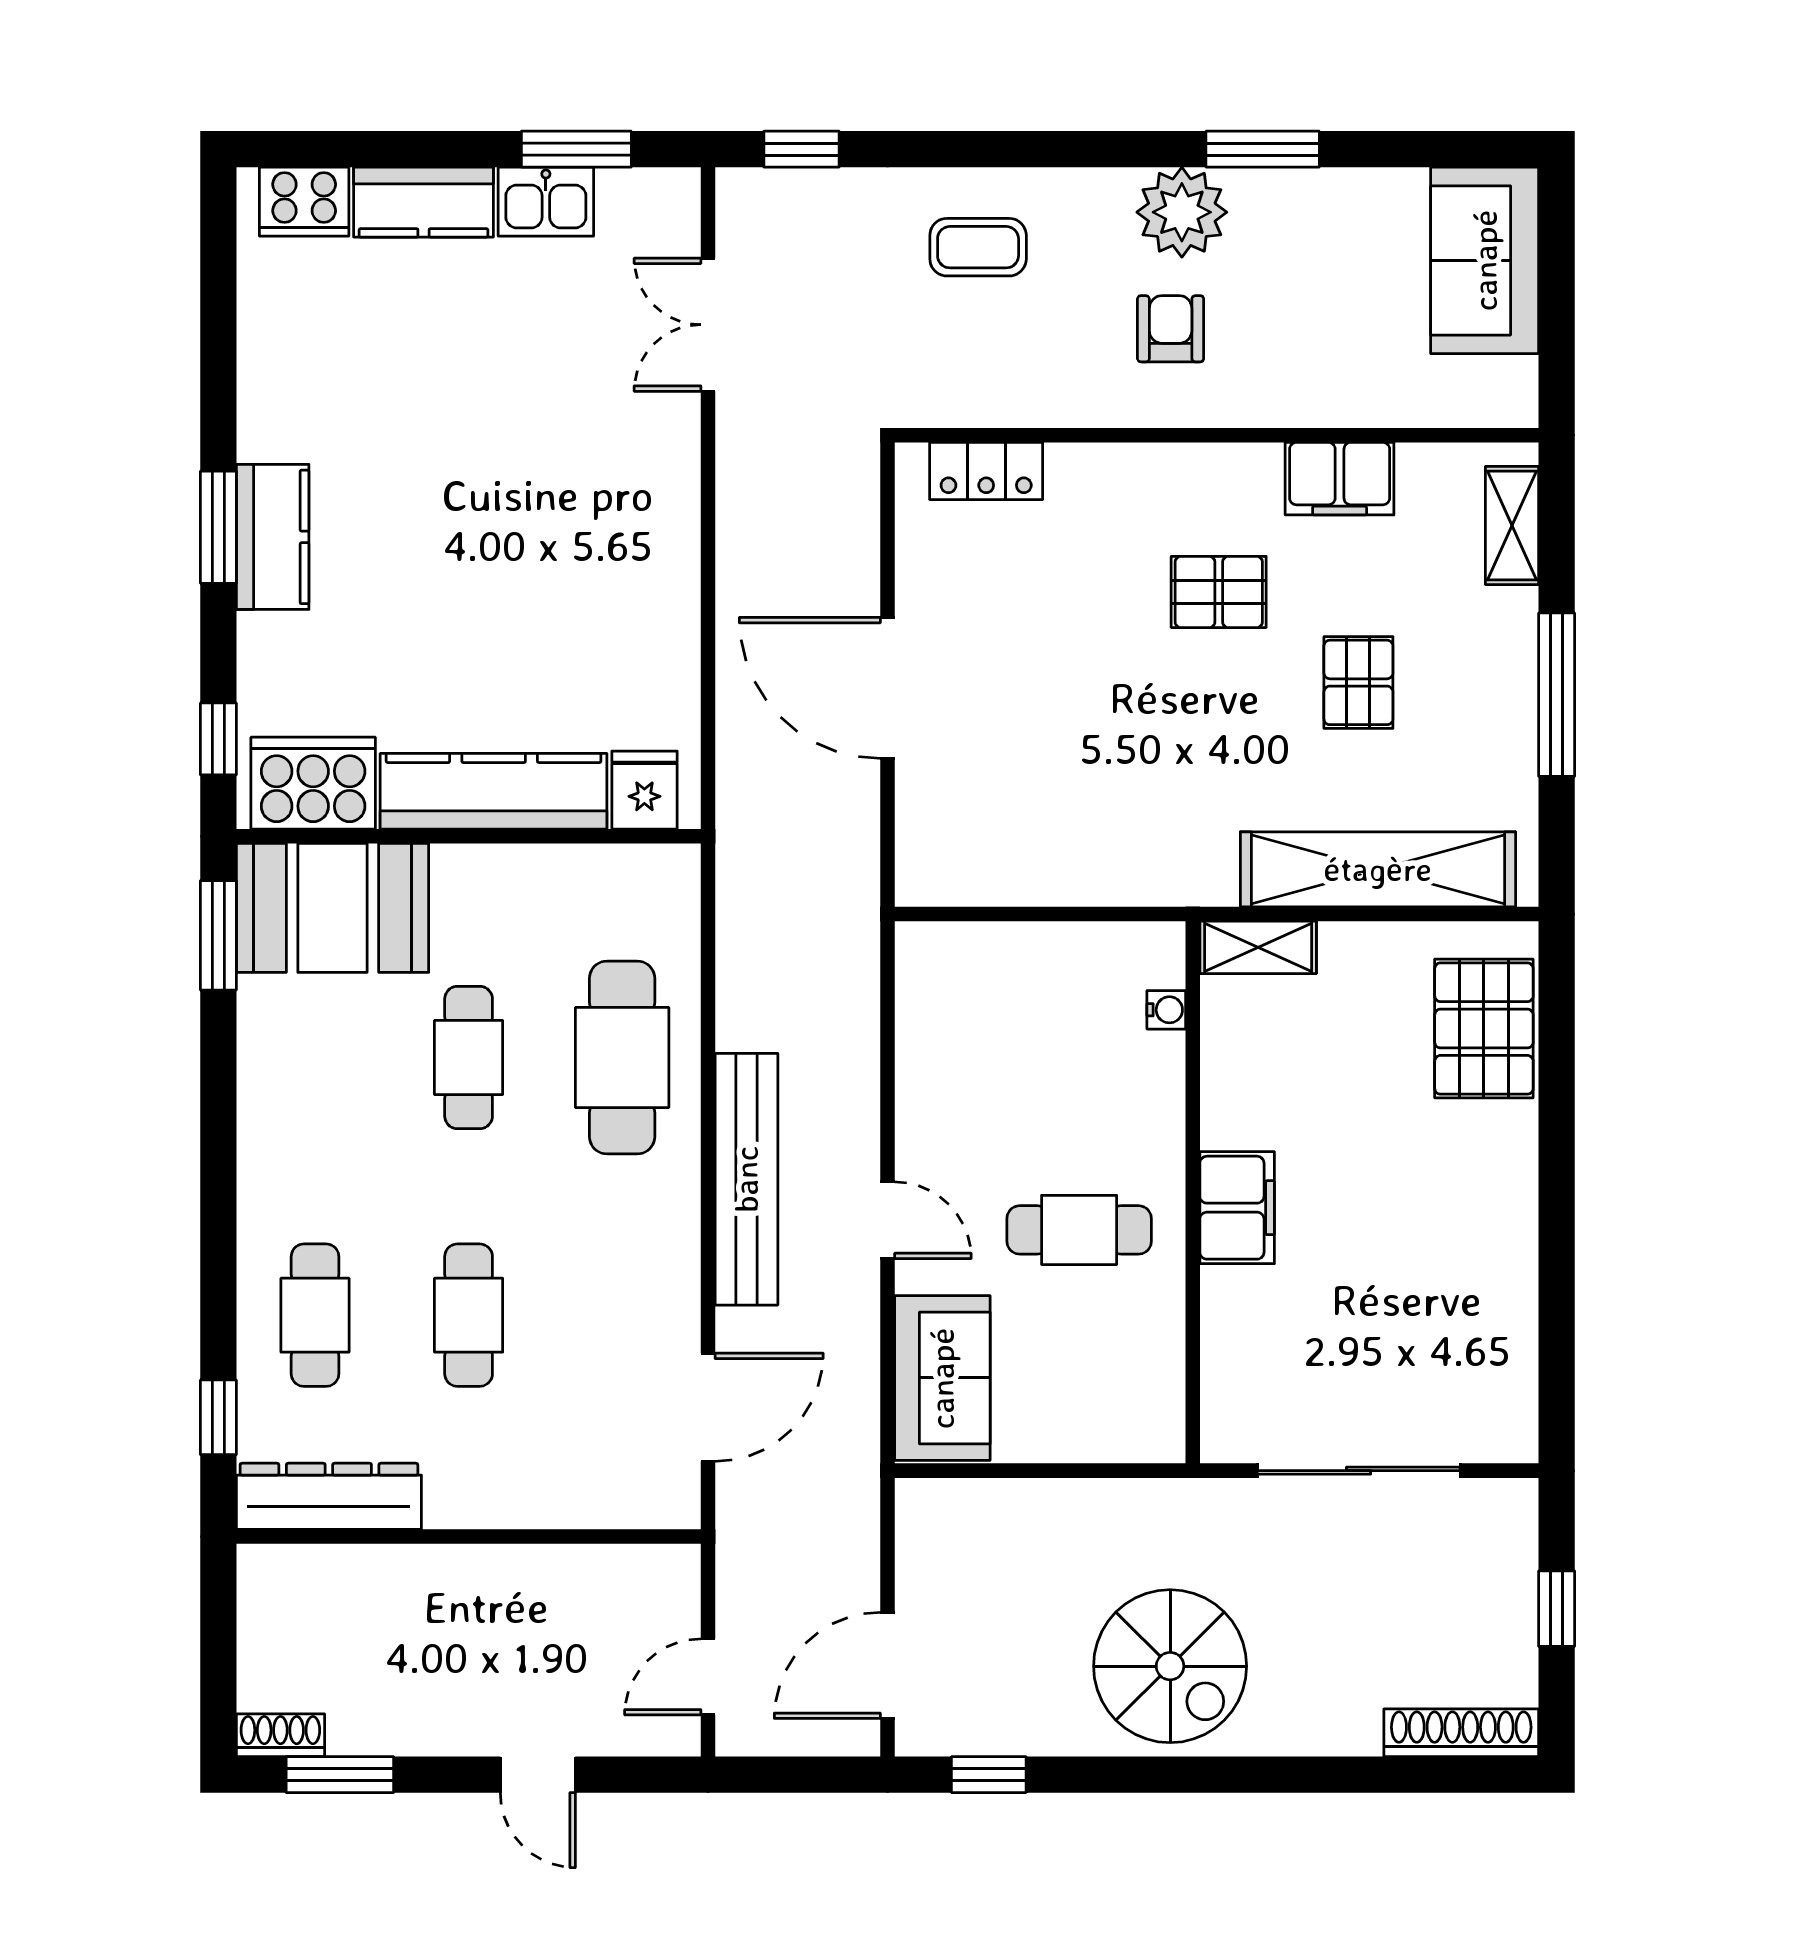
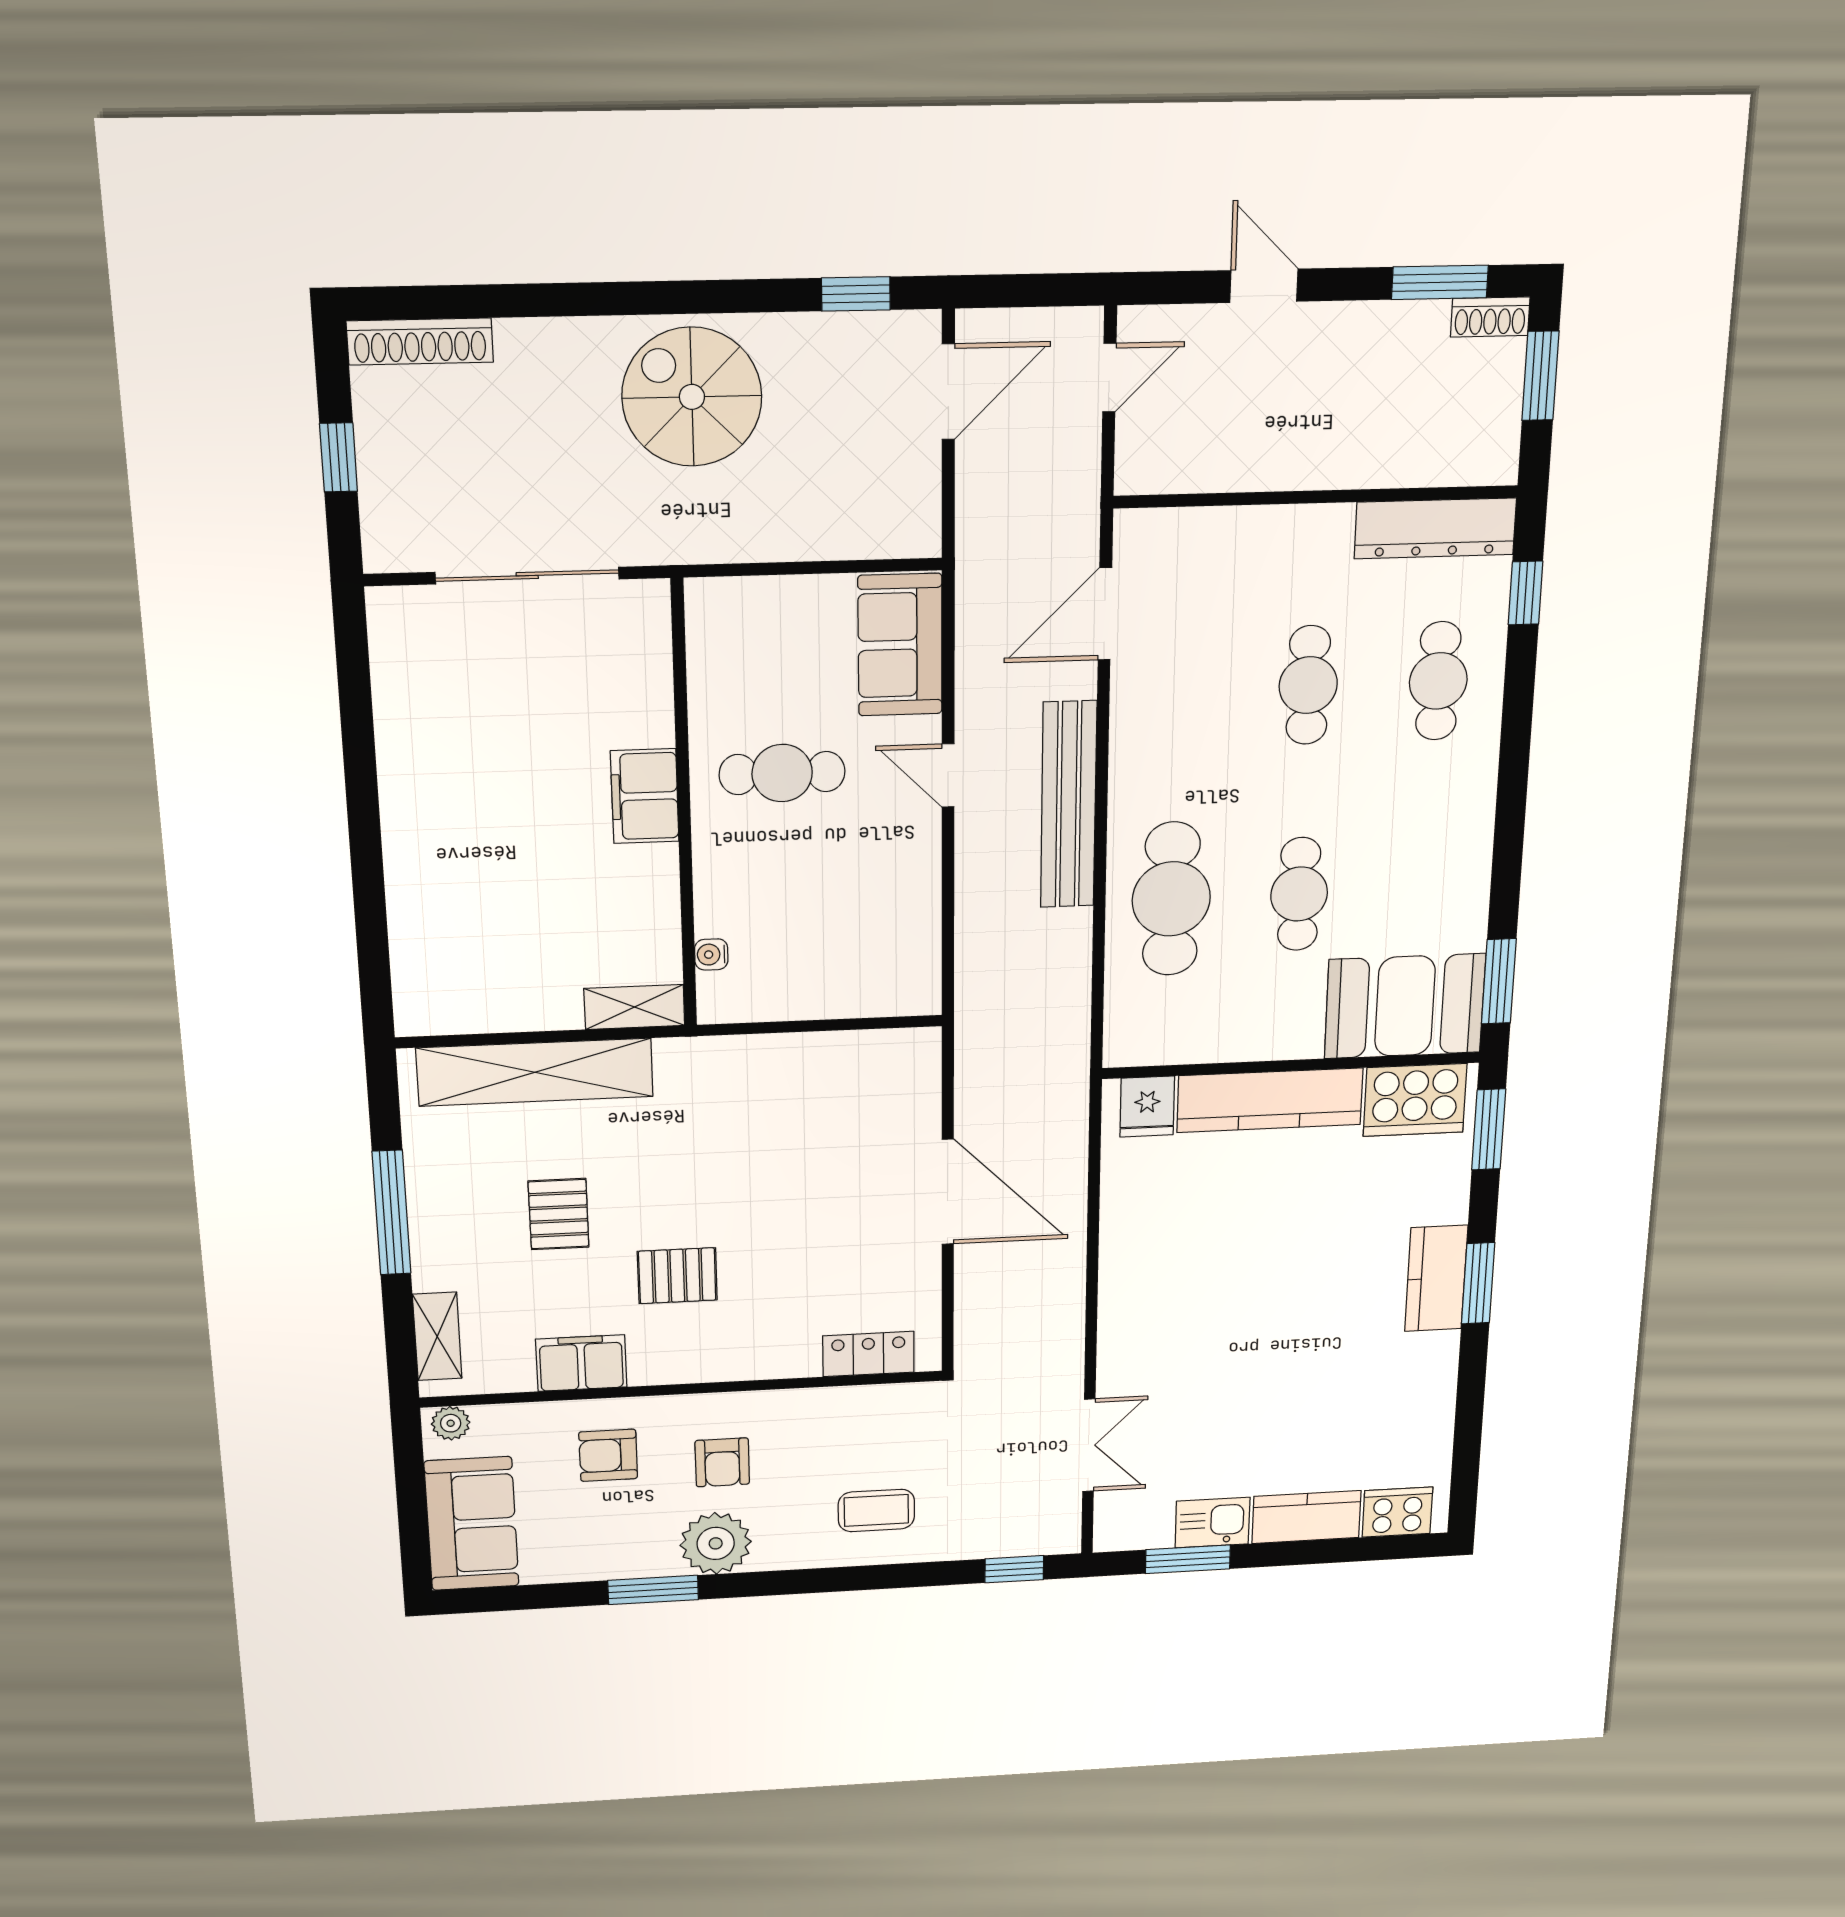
armchair: (1312, 347) -> (608, 1455), added
plant: (1503, 404) -> (451, 1423), added
window: (218, 739) -> (1489, 1129), width x1.50
pallet: (1484, 1029) -> (437, 950), removed
window: (218, 1668) -> (1540, 376), added

